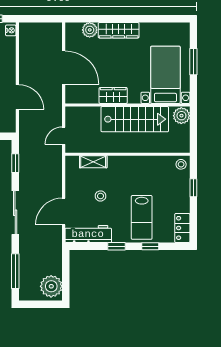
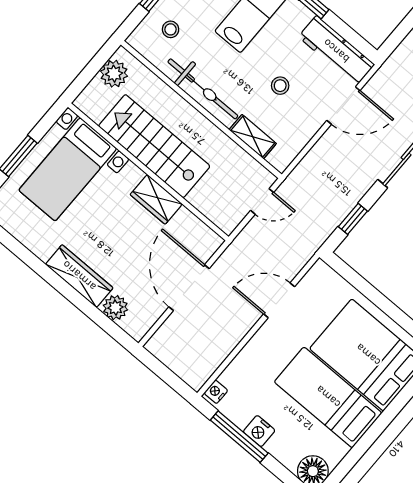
door: (17, 97) -> (279, 300), hinge flipped
plant: (181, 116) -> (114, 74), moved
bicycle: (135, 164) -> (203, 89), added
stool: (181, 164) -> (171, 29), moved

